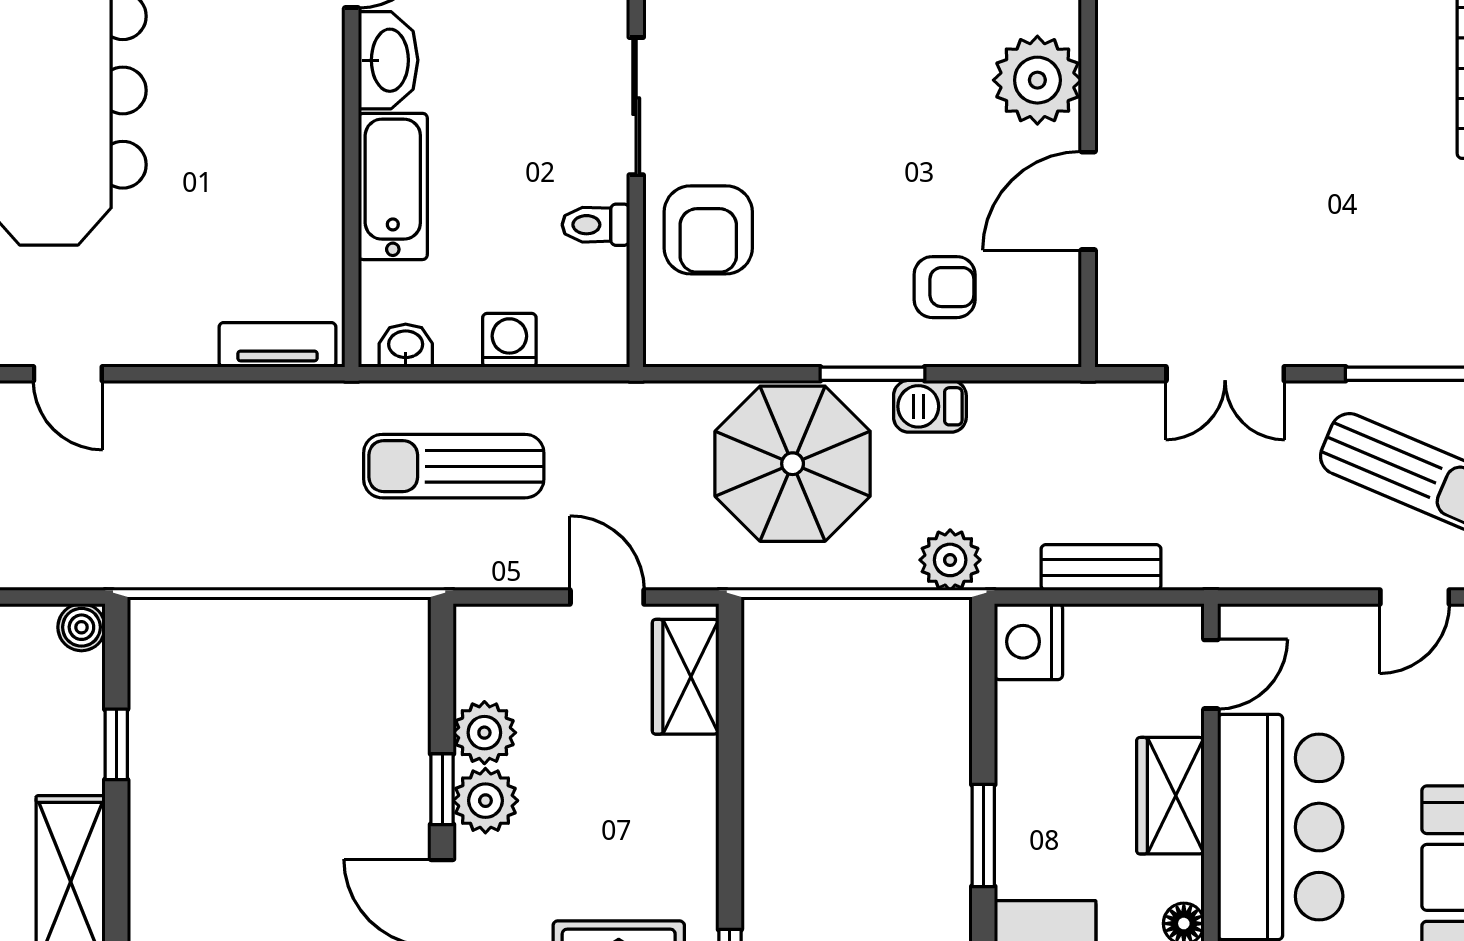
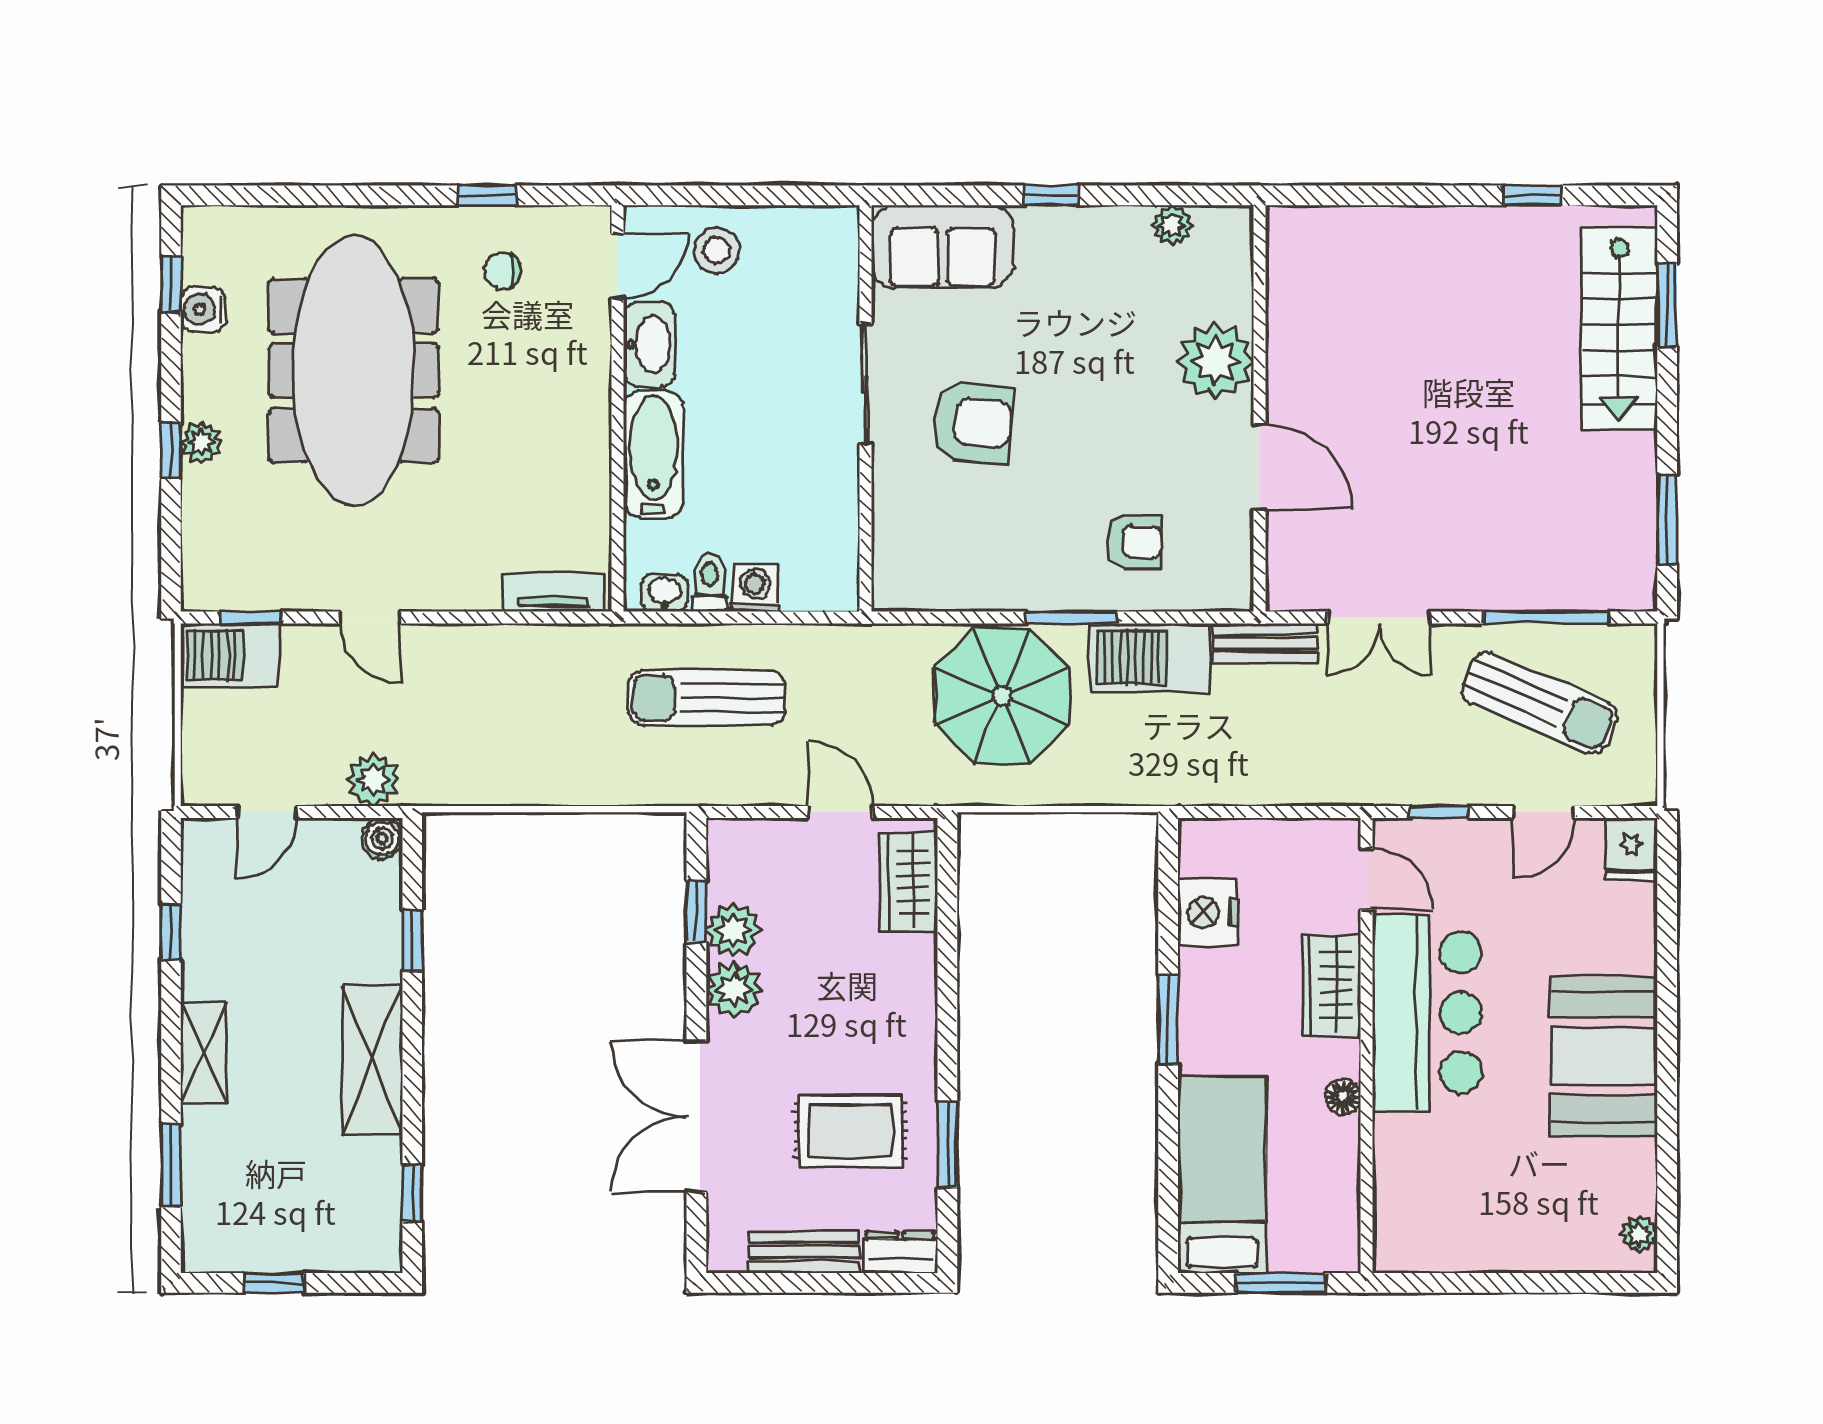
door: (1088, 201) -> (1260, 467), swing flipped
toilet: (596, 225) -> (710, 582), moved, turned 90
armchair: (708, 230) -> (972, 422), moved, turned -85
barbecue: (930, 406) -> (1150, 658), width x1.88, depth x1.53
plant: (950, 560) -> (373, 780), moved
bench: (1101, 567) -> (1266, 643), moved
window: (1294, 597) -> (1439, 812), added
nightstand: (1028, 642) -> (1208, 912), moved
door: (1211, 674) -> (1367, 879), hinge flipped
window: (442, 789) -> (696, 912), moved

